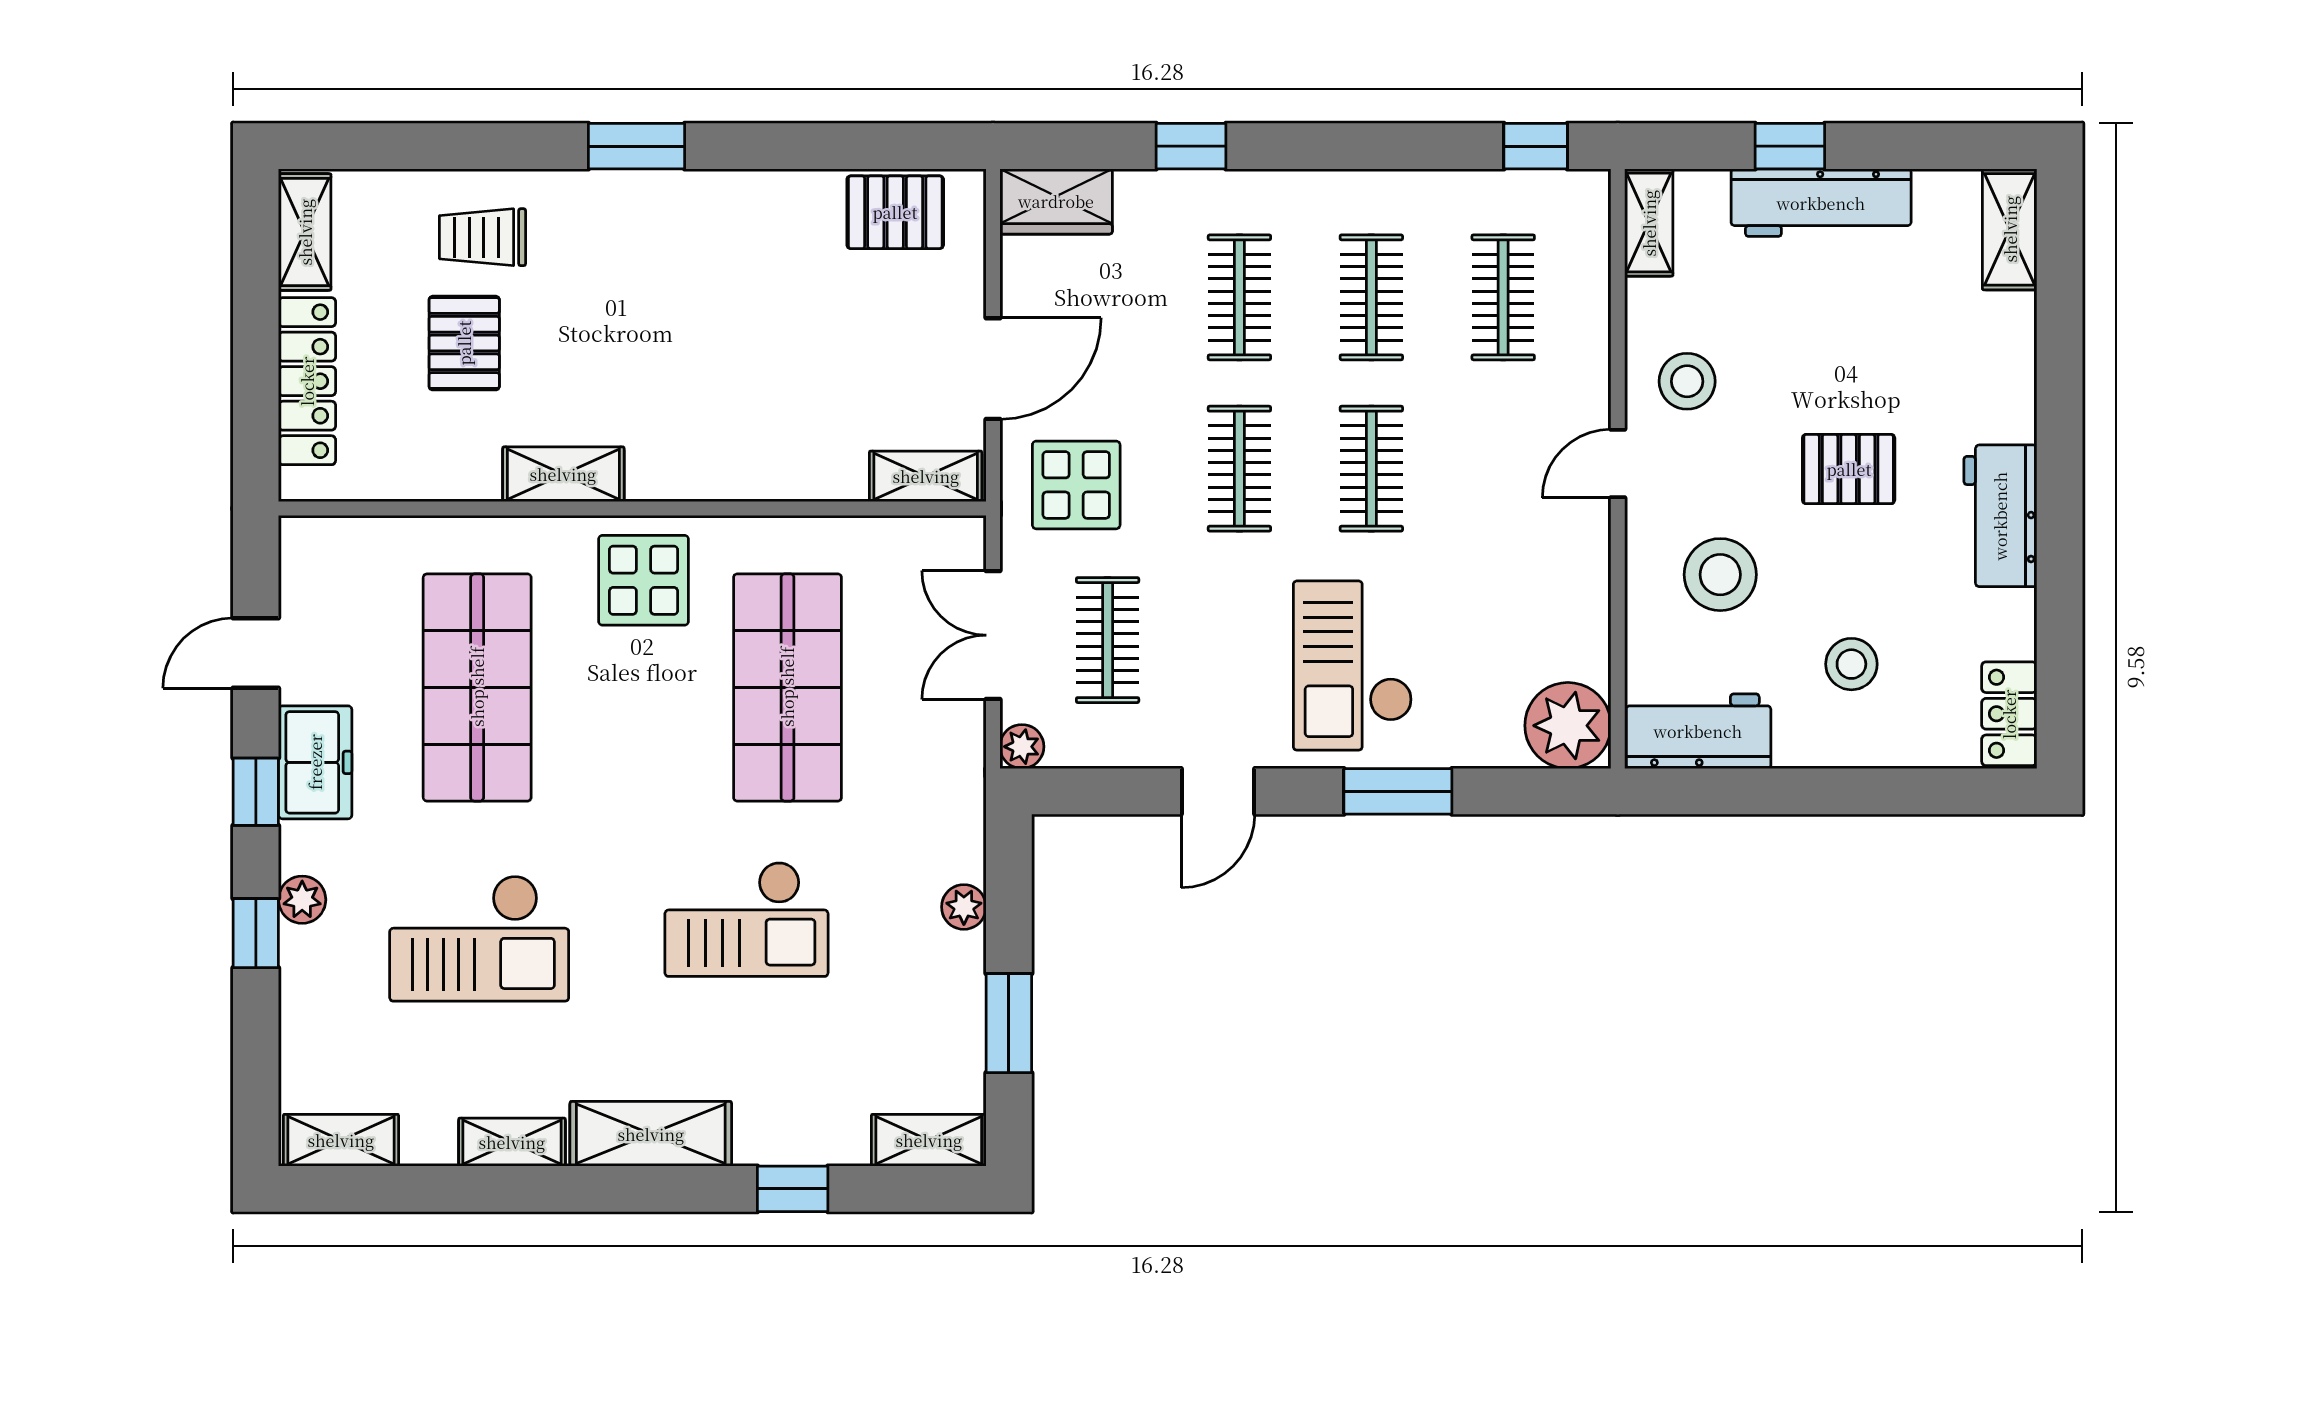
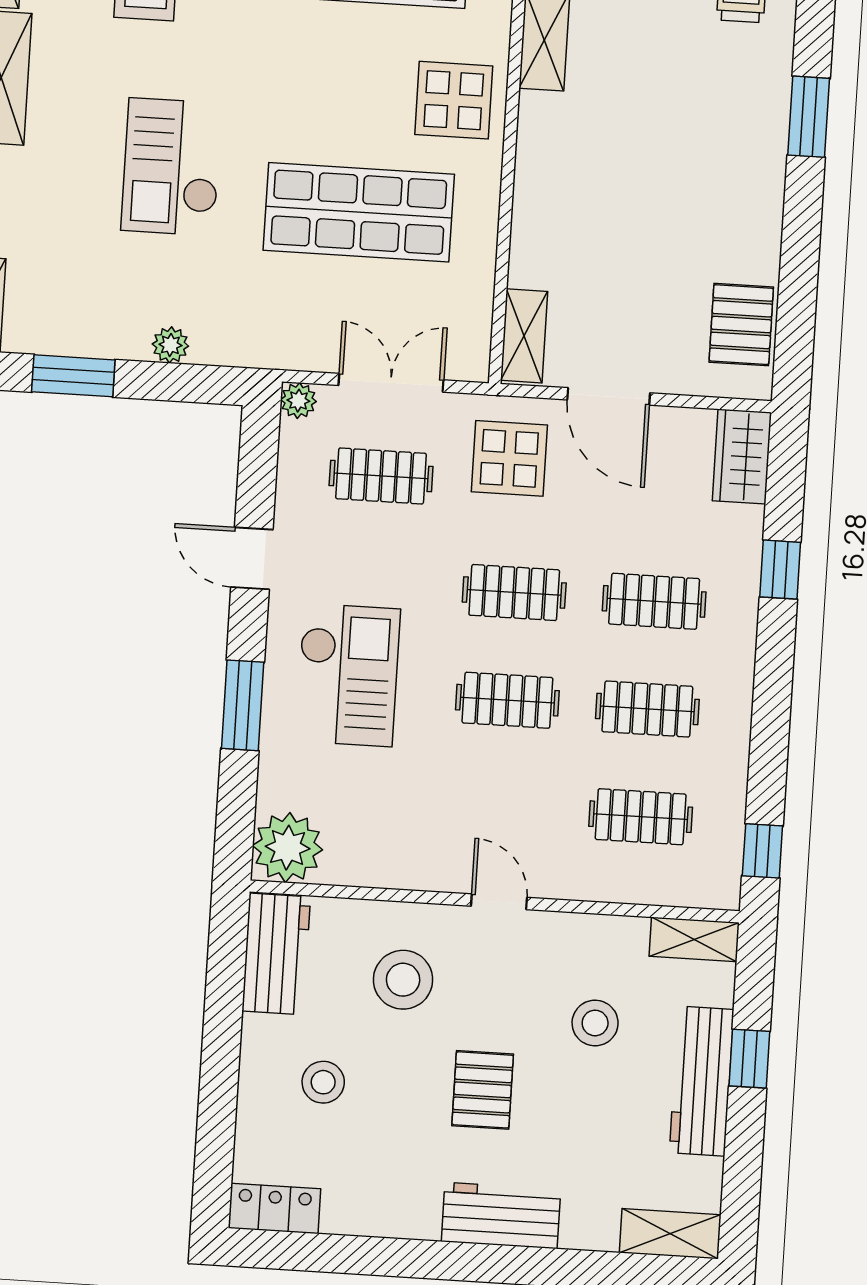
stool: (1687, 381) -> (595, 1023), moved
workbench: (2000, 516) -> (501, 1215), moved
checkout: (1353, 666) -> (348, 675), turned 90

